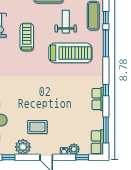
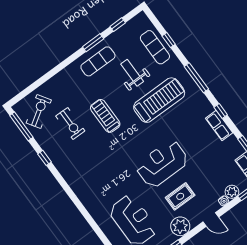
window: (106, 43) -> (196, 78), moved
reception desk: (41, 97) -> (162, 164), added

